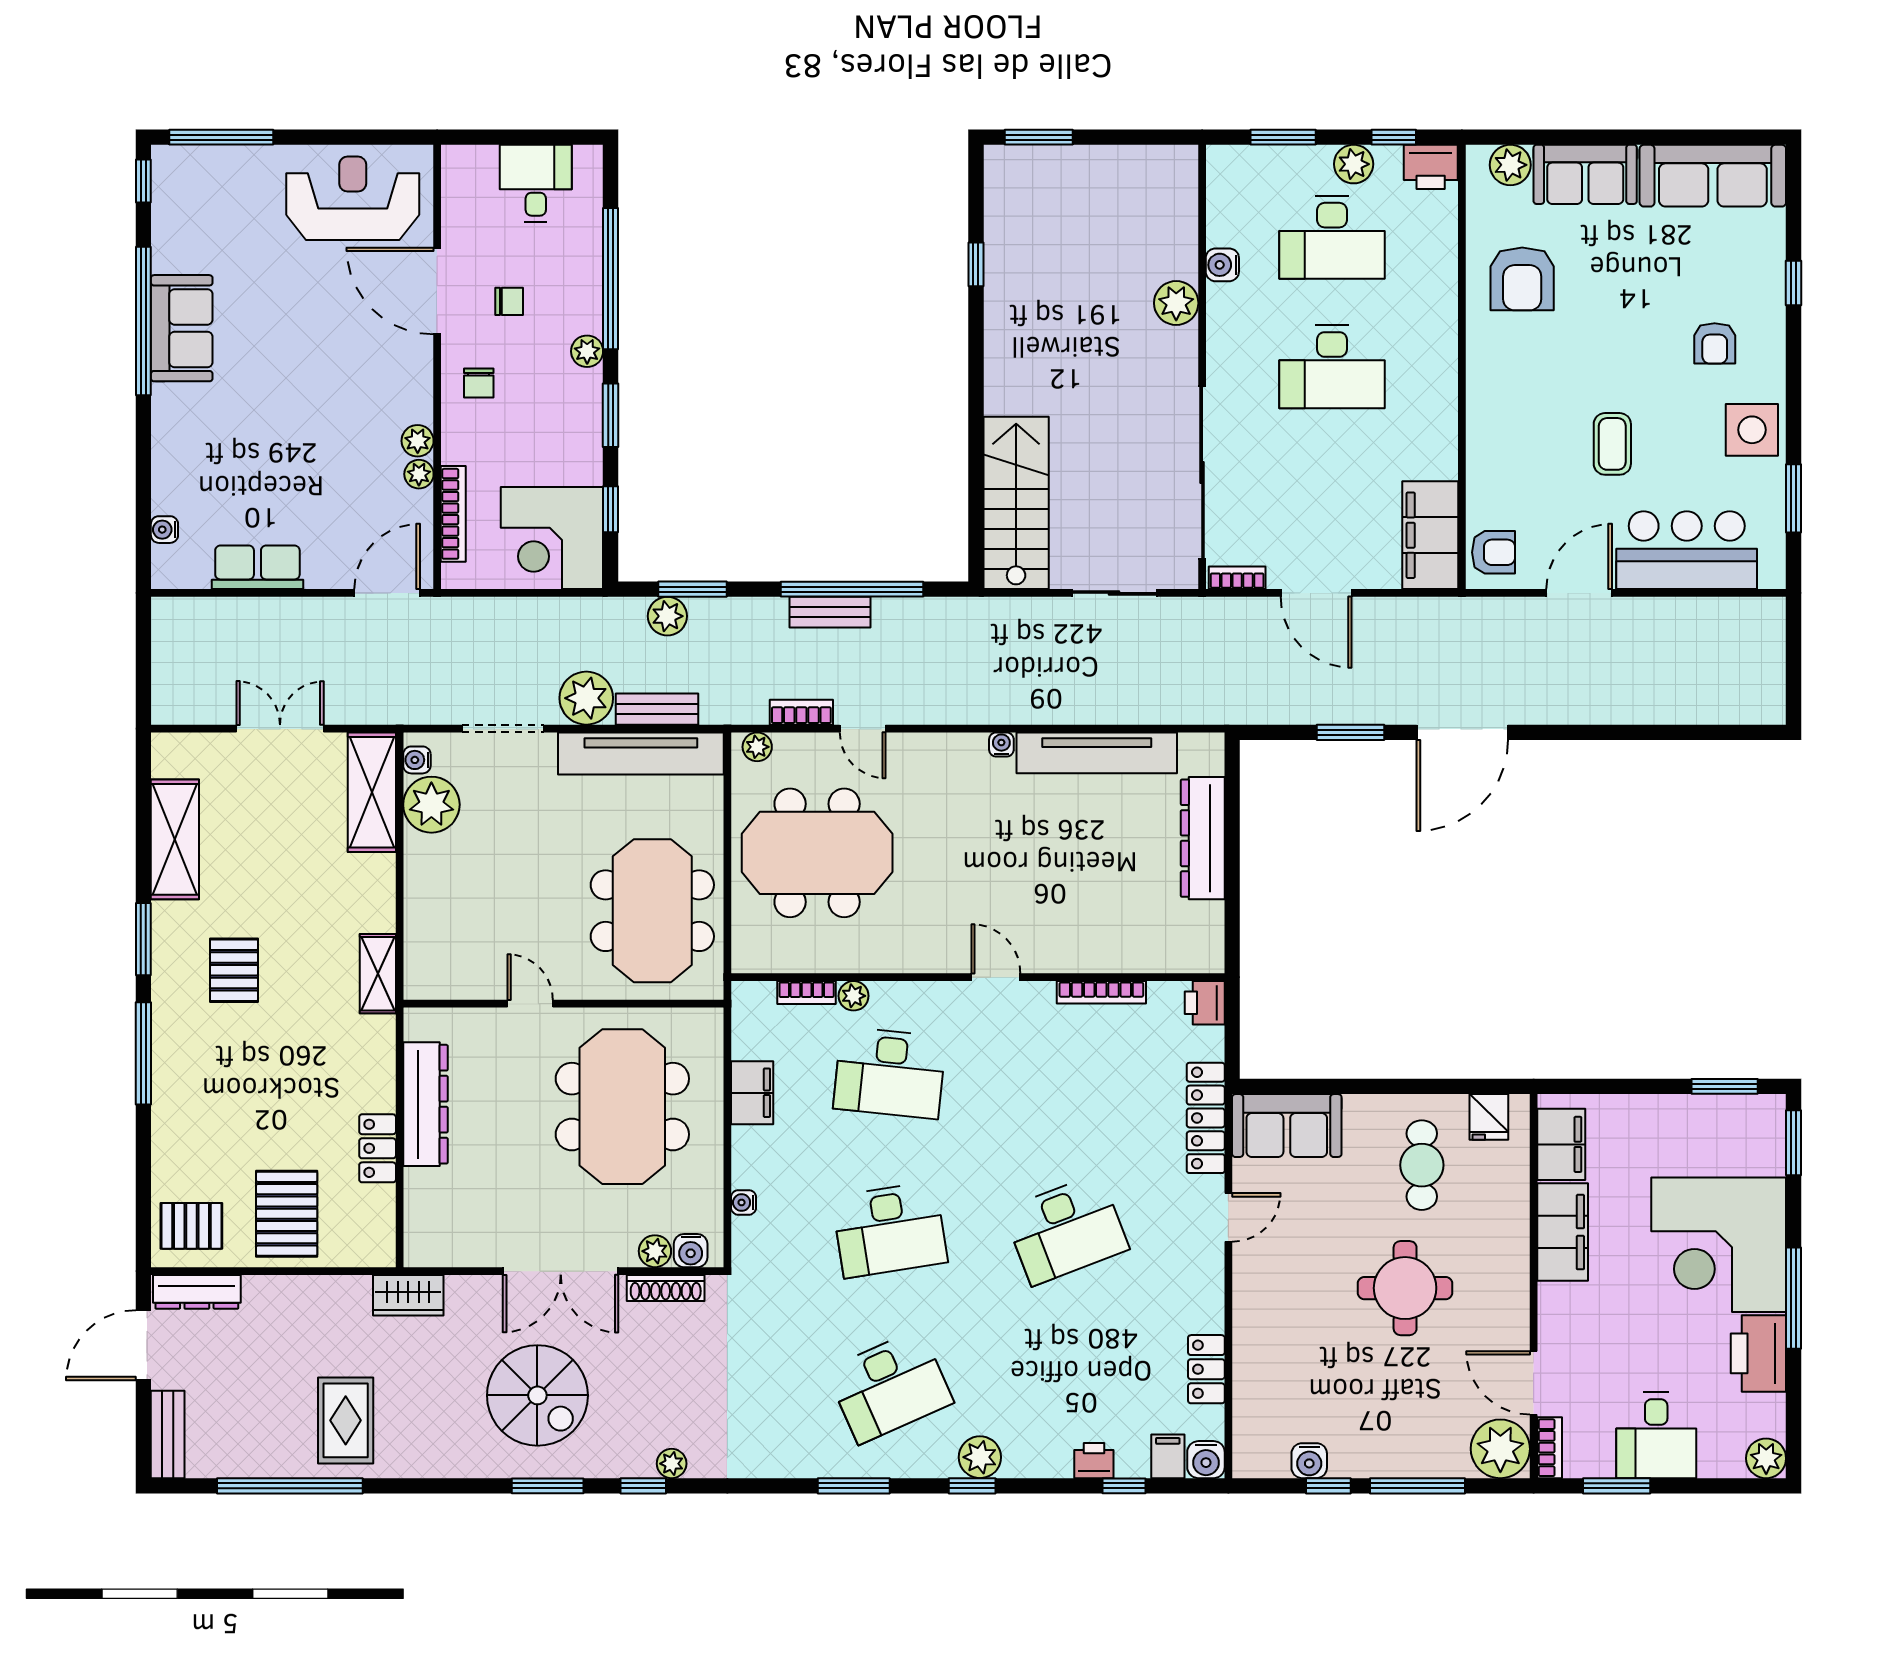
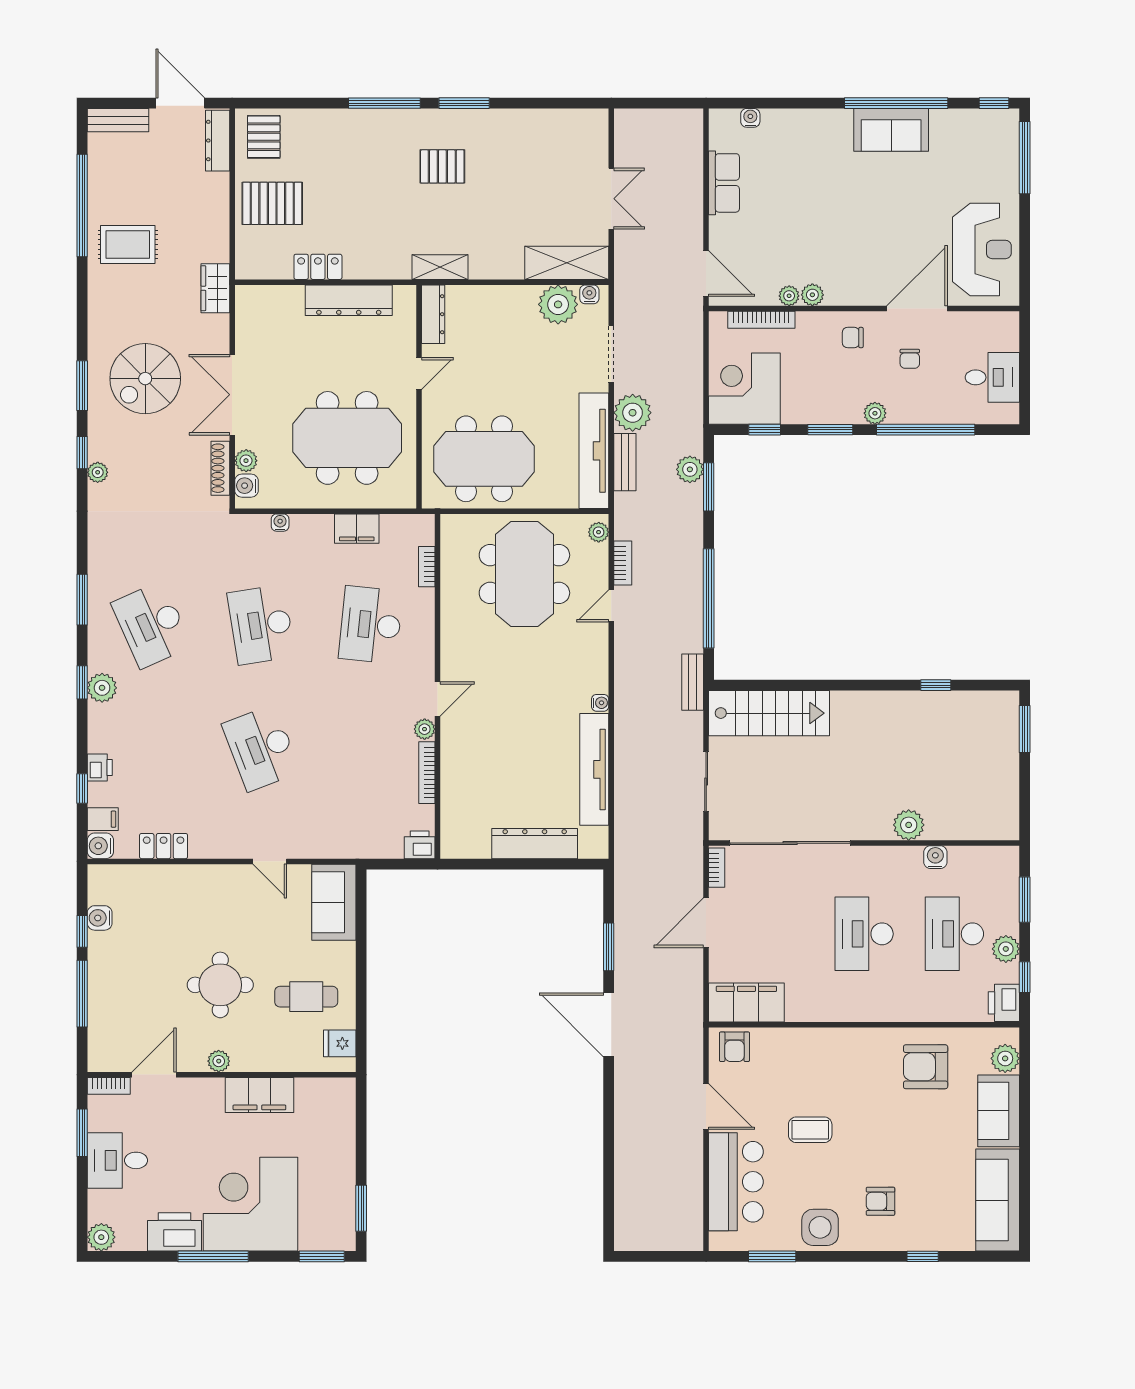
bench: (830, 612) -> (693, 682), moved
shelving: (175, 839) -> (534, 125), removed
dresser: (445, 983) -> (433, 314), added
plant: (854, 996) -> (425, 729), moved
locker: (1206, 1118) -> (339, 846), removed
filing cabinet: (1561, 1144) -> (321, 1094), removed
plant: (1500, 1449) -> (219, 1061), moved, width x0.53, depth x0.53

